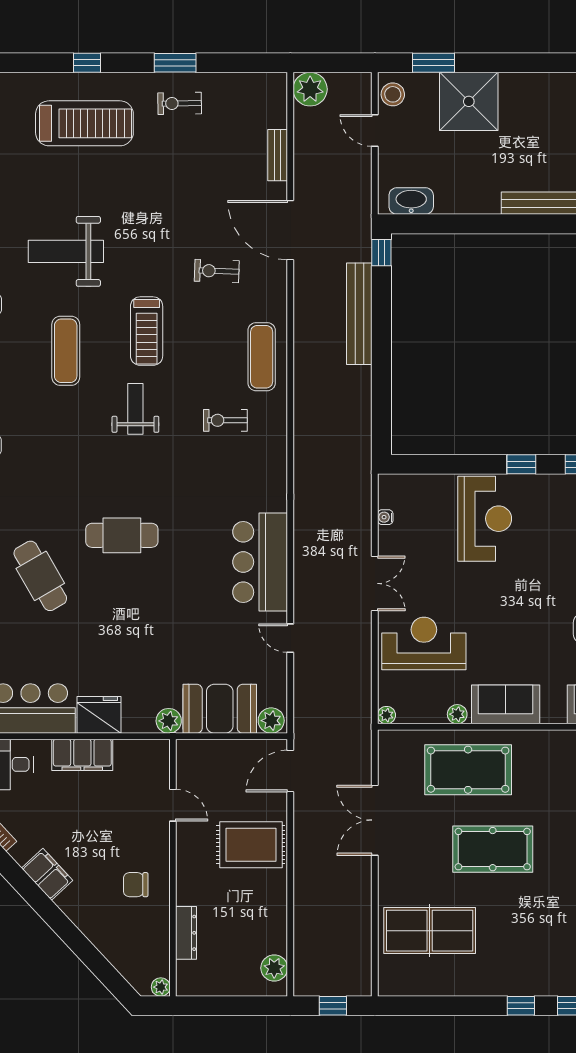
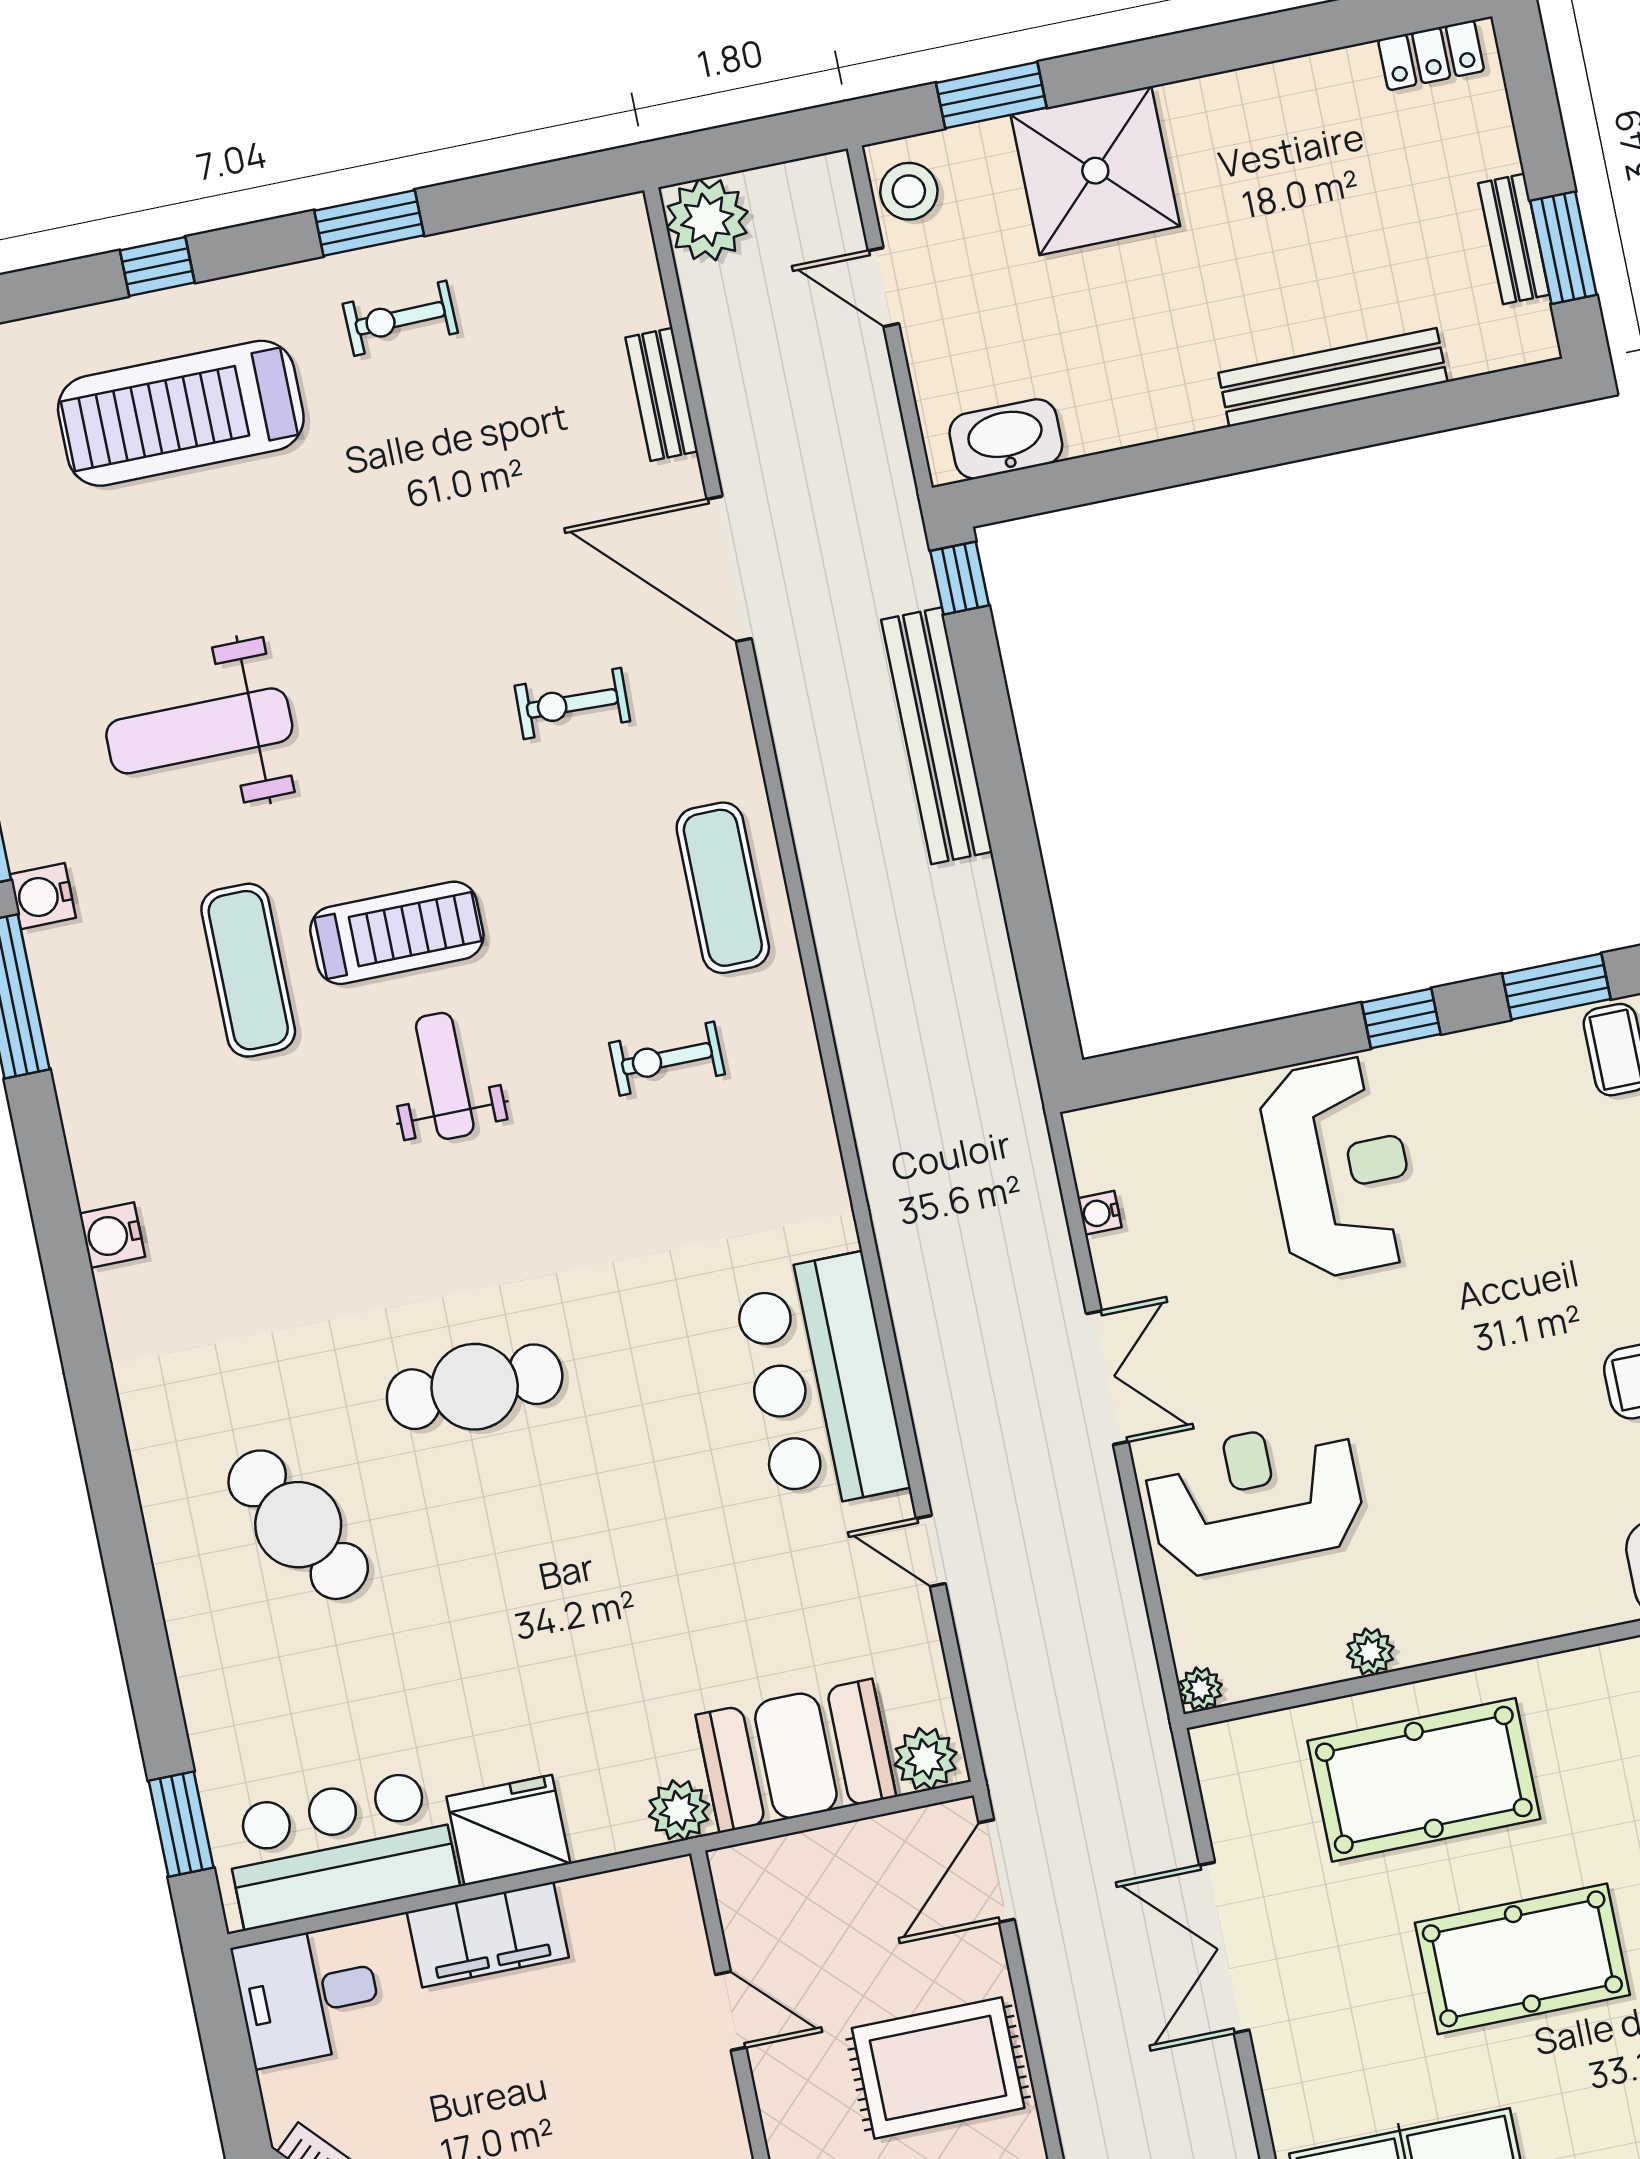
treadmill: (84, 123) -> (181, 413), turned 180
treadmill: (147, 331) -> (397, 933), moved, turned -90
sofa: (506, 704) -> (1482, 1604), removed

